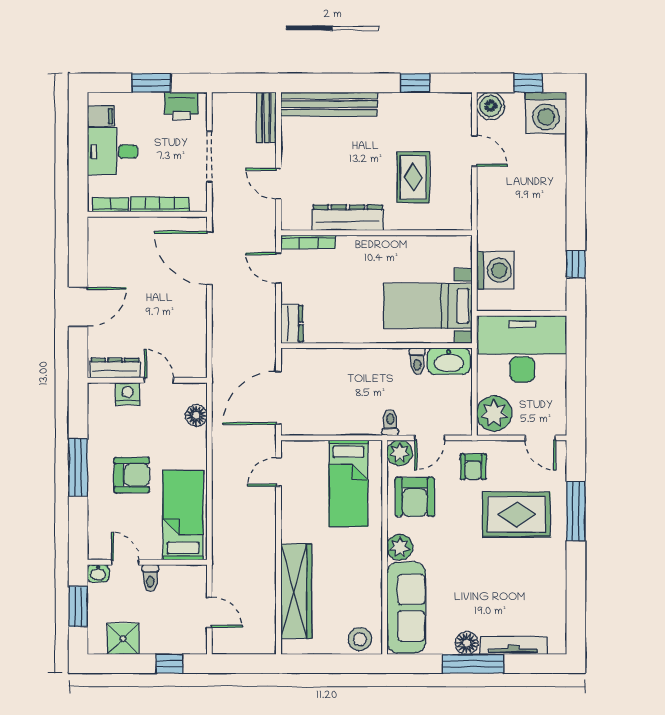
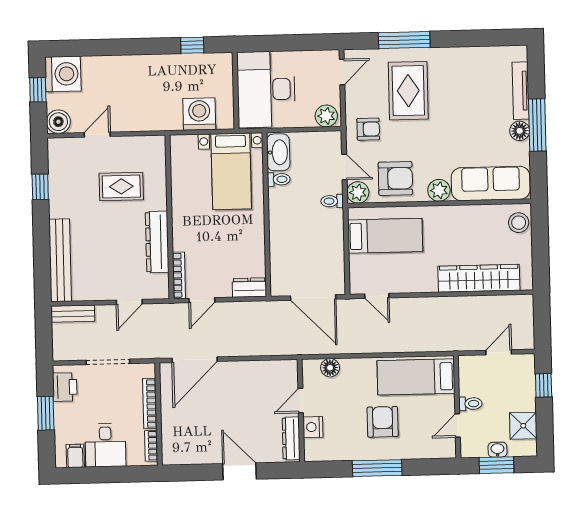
plant: (494, 413) -> (326, 116), width x0.73, depth x0.73
washbasin: (98, 573) -> (497, 450), moved, turned -90

